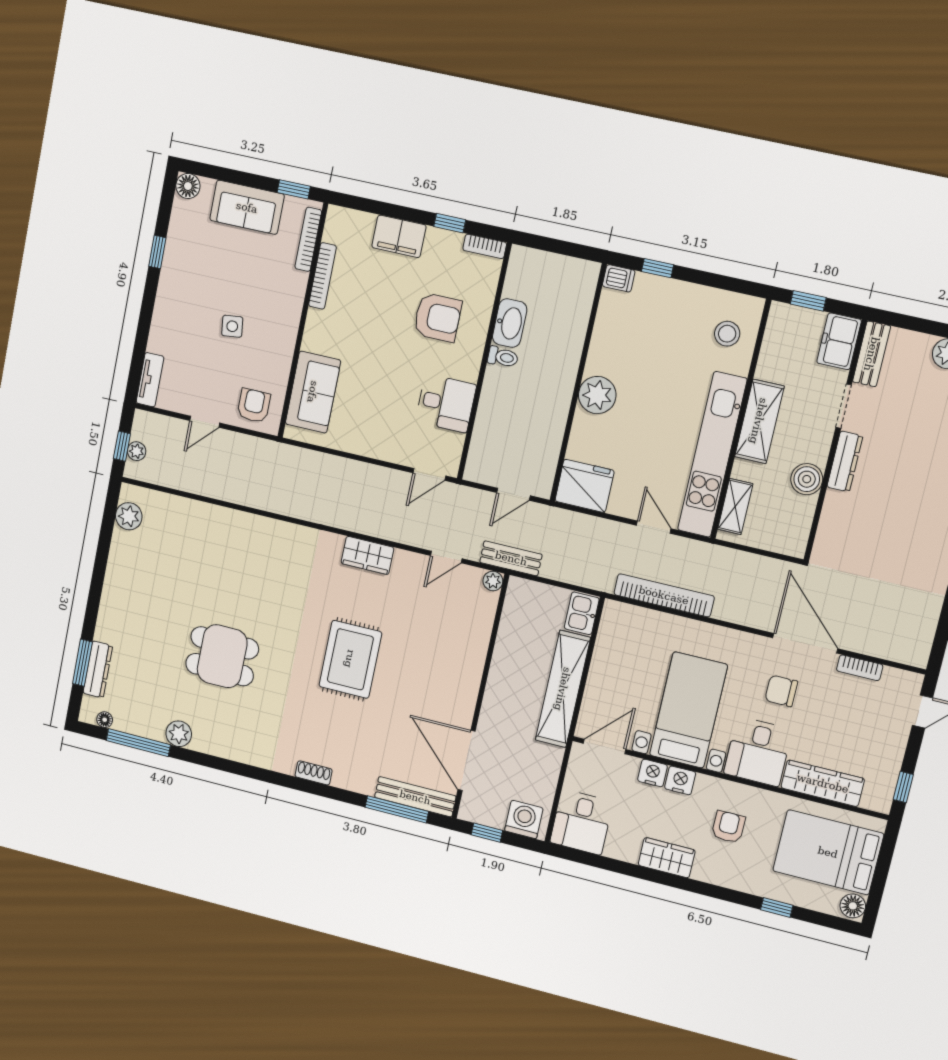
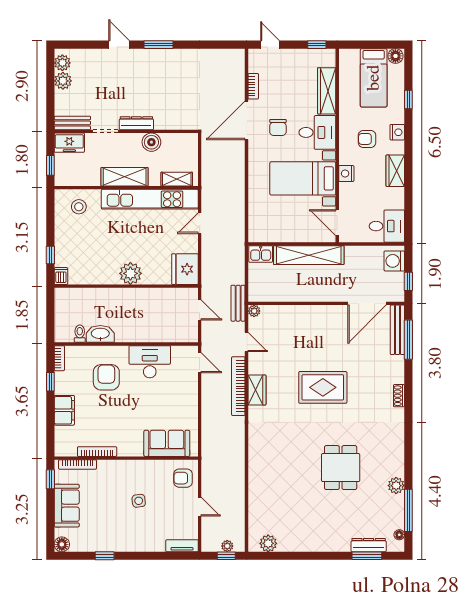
toilet: (503, 357) -> (80, 334), moved
desk: (446, 403) -> (150, 362), width x1.37
bookcase: (664, 595) -> (238, 386), moved
nightstand: (653, 773) -> (397, 132), moved, turned 180
bed: (828, 852) -> (374, 78), width x0.67

